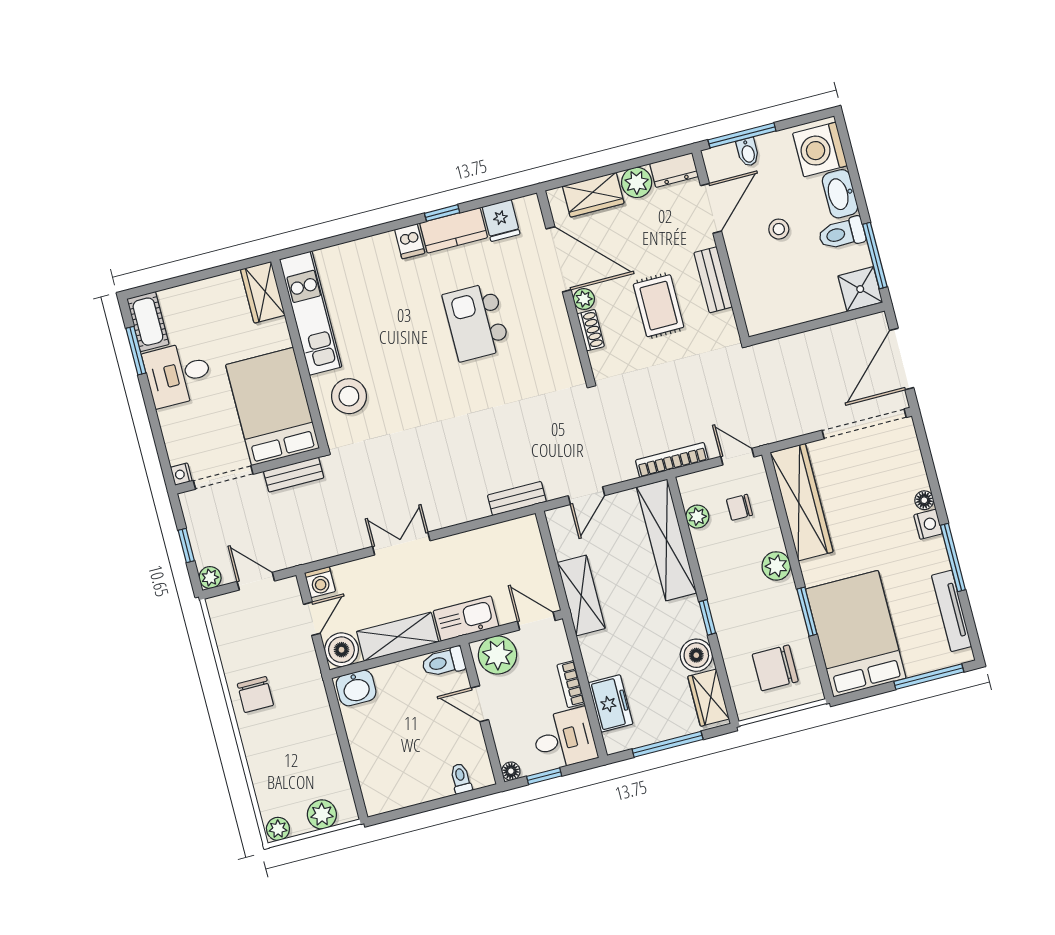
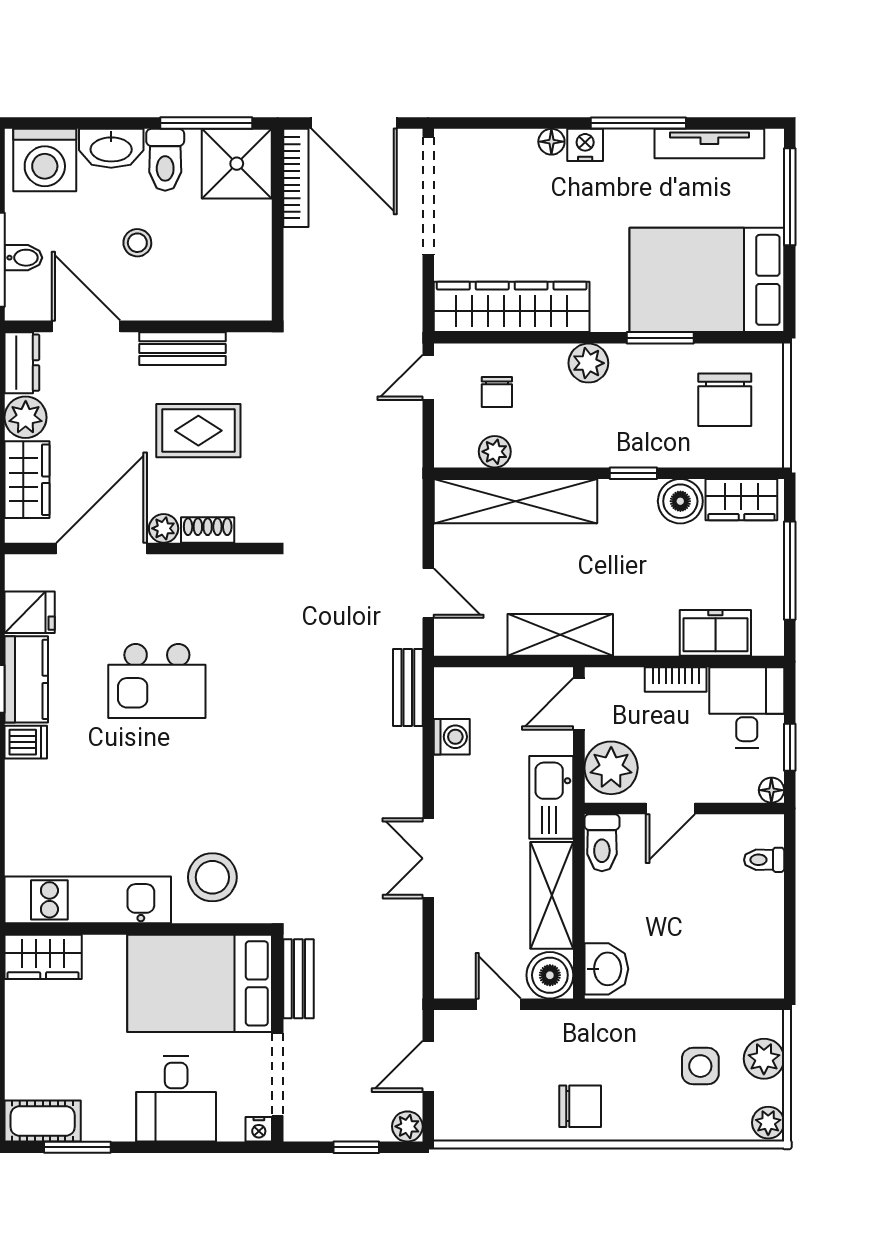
shower: (860, 289) -> (237, 164), width x1.36, depth x1.36
desk: (178, 374) -> (176, 1099), moved
bookcase: (672, 460) -> (296, 178), moved, turned 180
washing machine: (320, 582) -> (452, 737), moved
side table: (305, 771) -> (700, 1066), added

